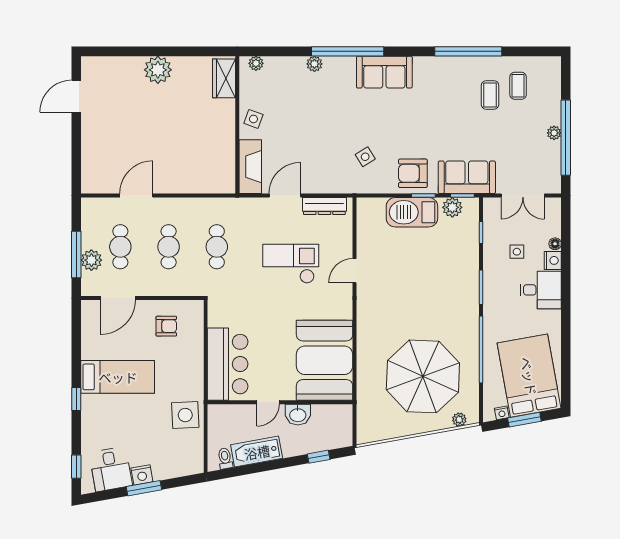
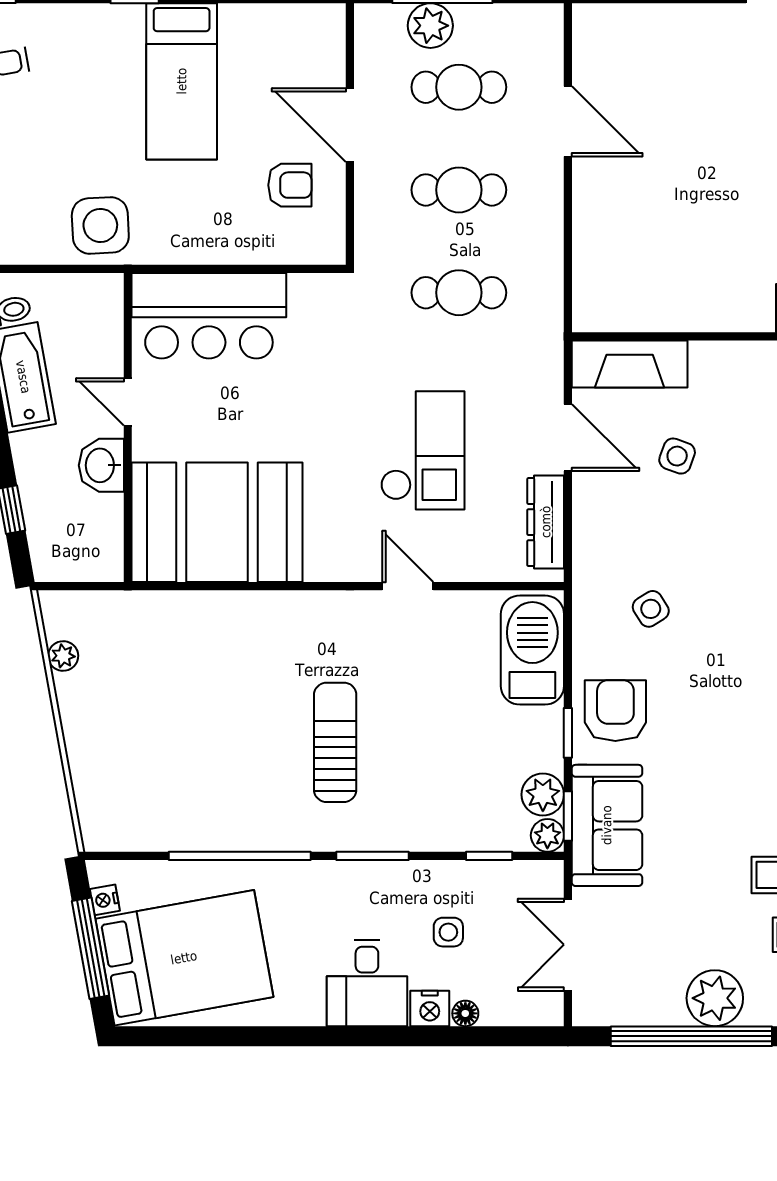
side table: (253, 119) -> (677, 456), moved
plant: (554, 133) -> (715, 998), width x1.88, depth x1.88
plant: (471, 205) -> (547, 835), added
barbecue: (412, 212) -> (532, 650), moved
door: (118, 298) -> (350, 125), moved
sun lounger: (428, 305) -> (335, 742), added
armchair: (166, 326) -> (290, 185), turned -90
parasol: (423, 376) -> (183, 732), removed
plant: (459, 420) -> (63, 656), moved
window: (524, 420) -> (91, 948), width x1.44

